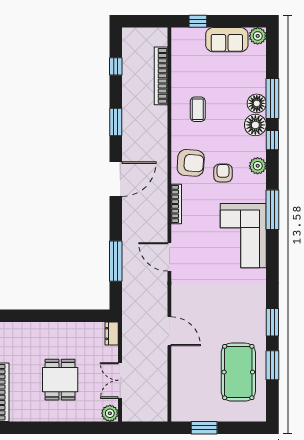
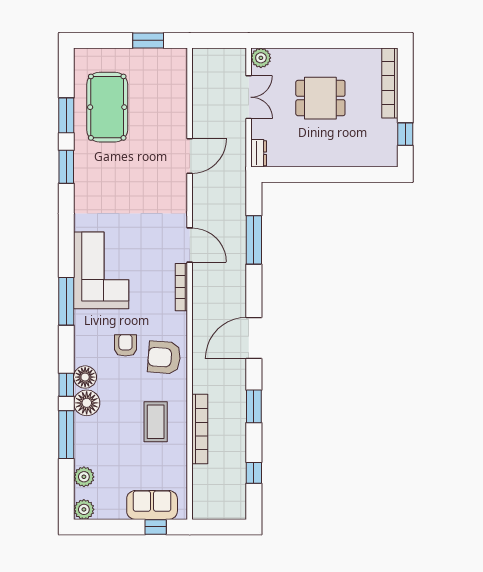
sofa: (227, 40) -> (152, 505), moved
bookcase: (161, 76) -> (200, 429), moved
floor lamp: (257, 103) -> (85, 377), moved
coffee table: (198, 109) -> (156, 422), width x1.36, depth x1.30
plant: (258, 166) -> (84, 477), moved
armchair: (223, 173) -> (125, 345), turned 180
bookcase: (176, 204) -> (181, 287), moved
door: (169, 331) -> (190, 156), swing flipped
dining table: (60, 380) -> (320, 98), turned 90

